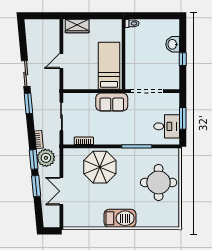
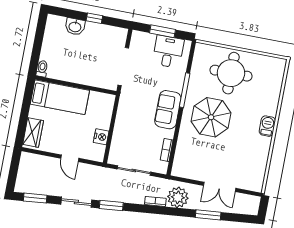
bed: (109, 66) -> (60, 97), moved, turned 180
nightstand: (84, 84) -> (101, 137), added
sofa: (112, 102) -> (168, 110), moved, turned 180
window: (34, 159) -> (35, 198), moved
parasol: (100, 167) -> (211, 117), moved
barbecue: (120, 218) -> (267, 126), width x0.53, depth x0.65

